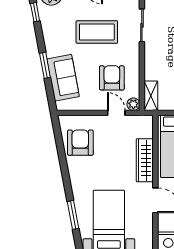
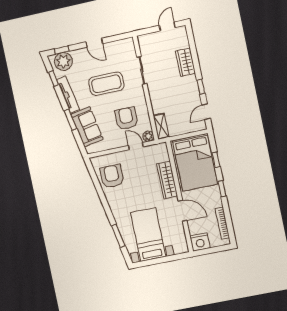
tv unit: (48, 35) -> (68, 95), added

